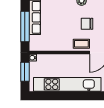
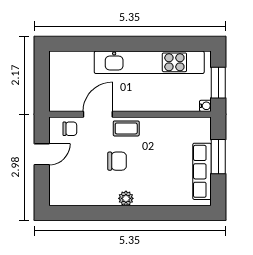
window: (25, 26) -> (218, 157), width x0.69

